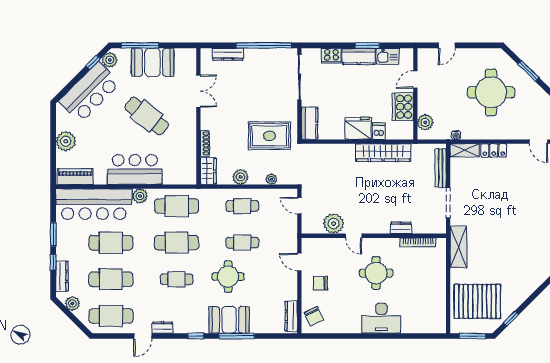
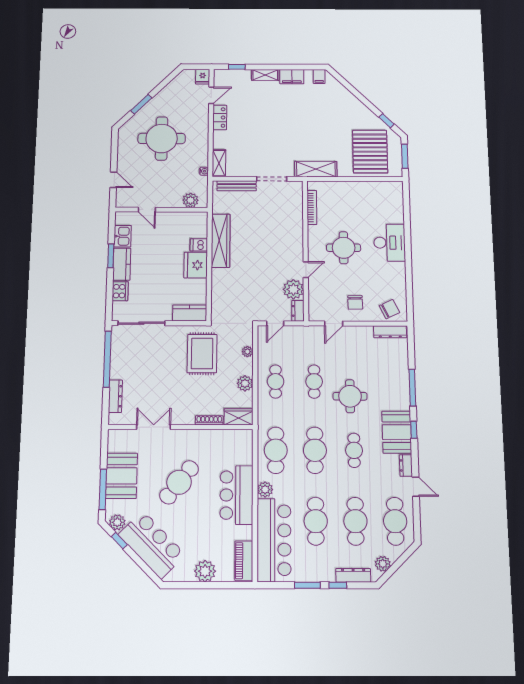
cooker: (403, 107) -> (174, 222), removed
locker: (494, 150) -> (220, 117), moved
dresser: (401, 228) -> (298, 311), moved
booth: (229, 320) -> (397, 432), moved

